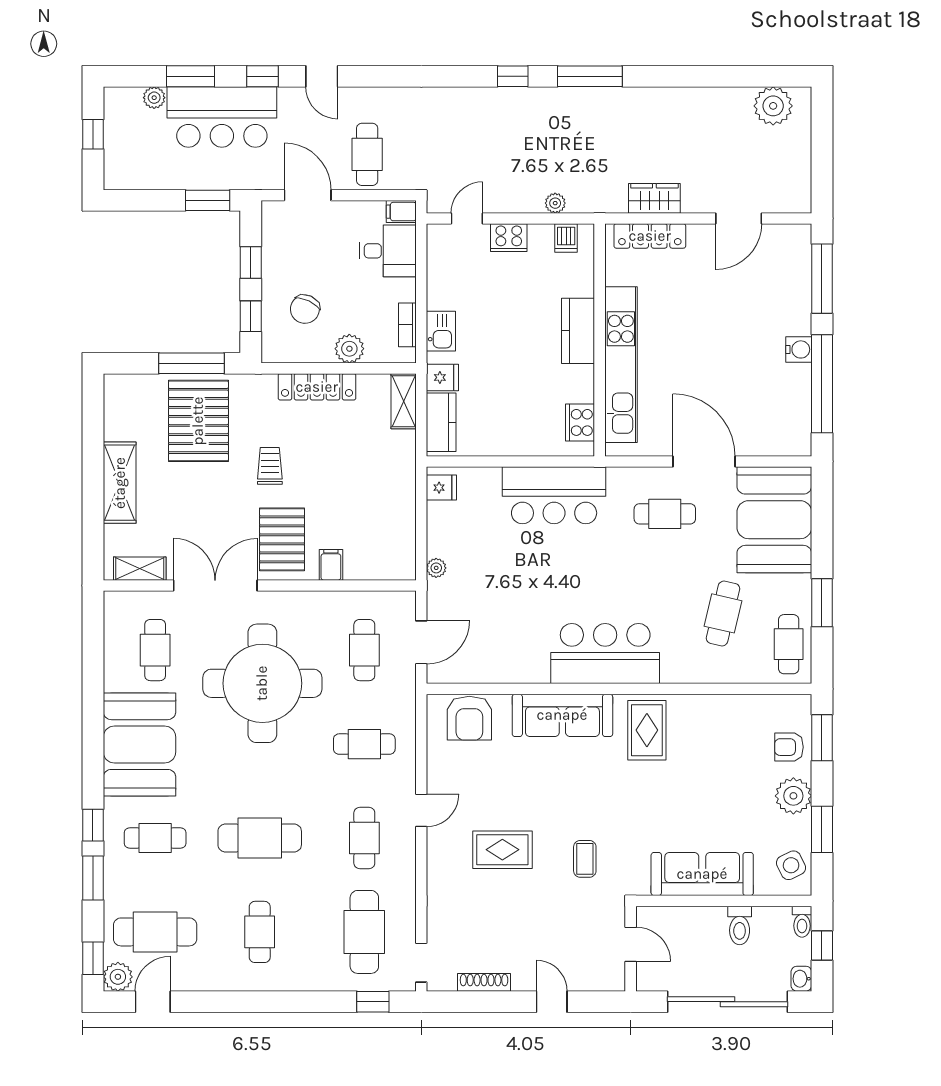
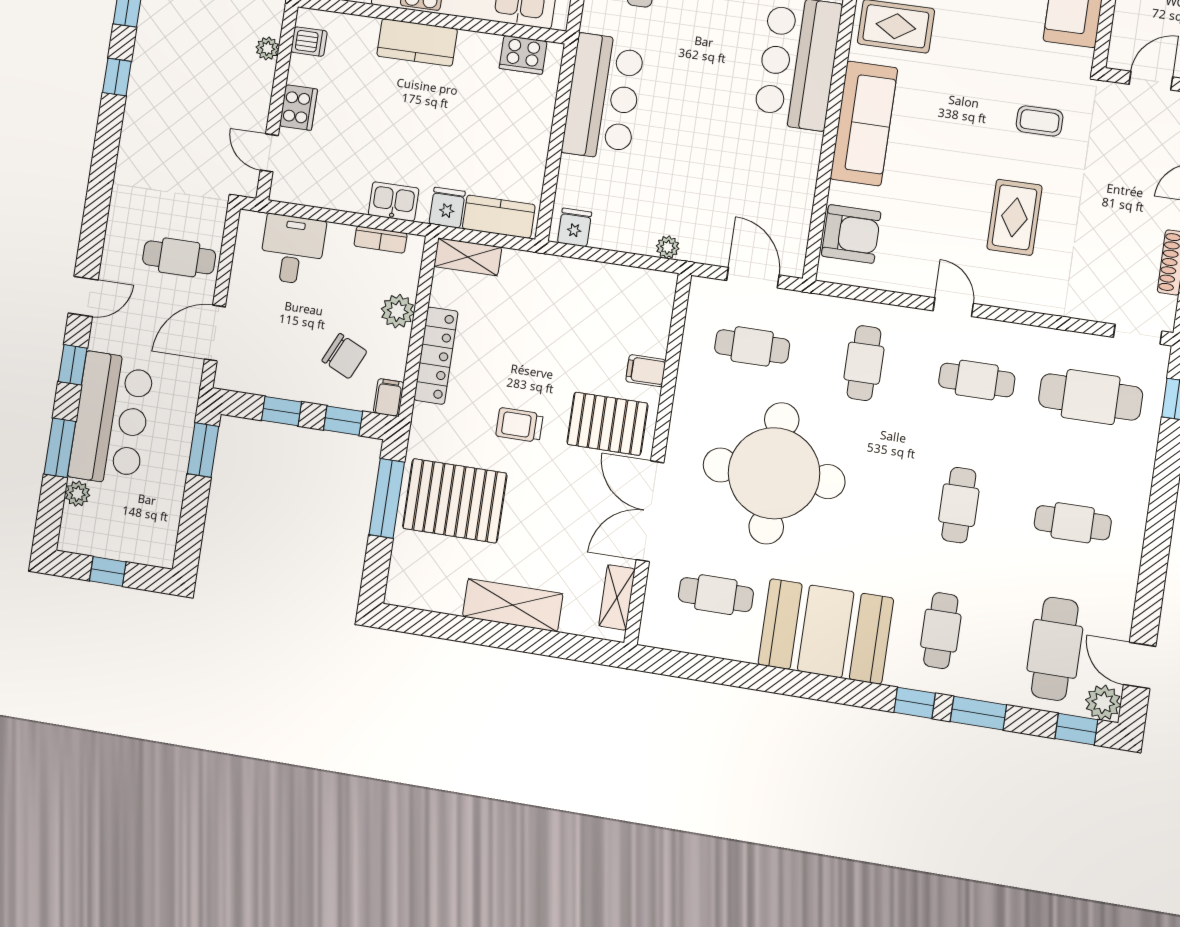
filing cabinet: (401, 212) -> (389, 398), moved, turned 180
cafe table: (260, 838) -> (959, 505), width x0.73, depth x0.74

